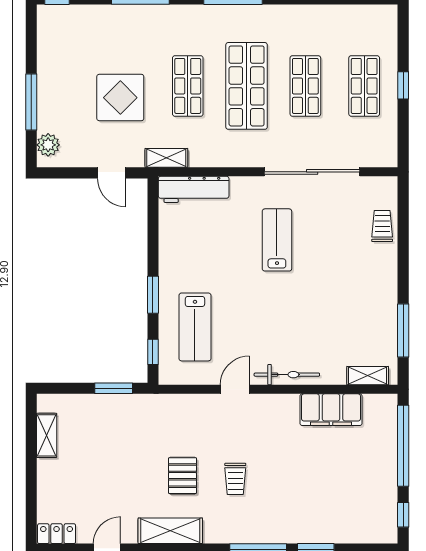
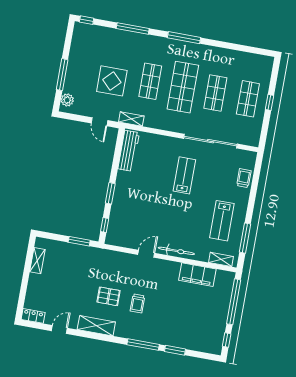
workbench: (194, 189) -> (129, 151), moved, turned -90
lab bench: (195, 327) -> (222, 221), moved
pallet: (182, 476) -> (109, 296), turned 90

